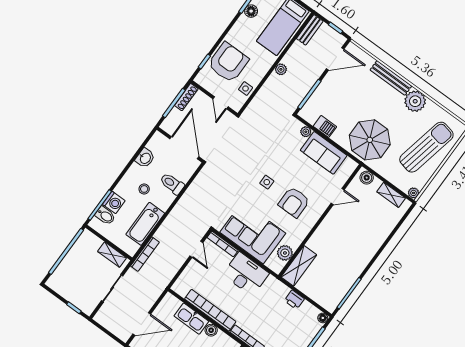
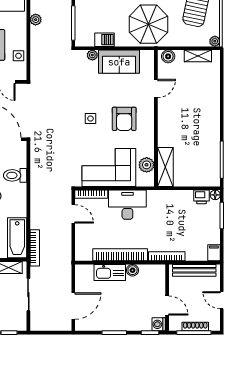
bathtub: (145, 224) -> (17, 238), moved
printer: (294, 300) -> (201, 197), moved

